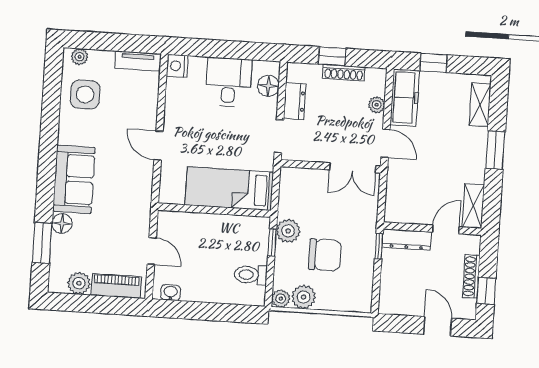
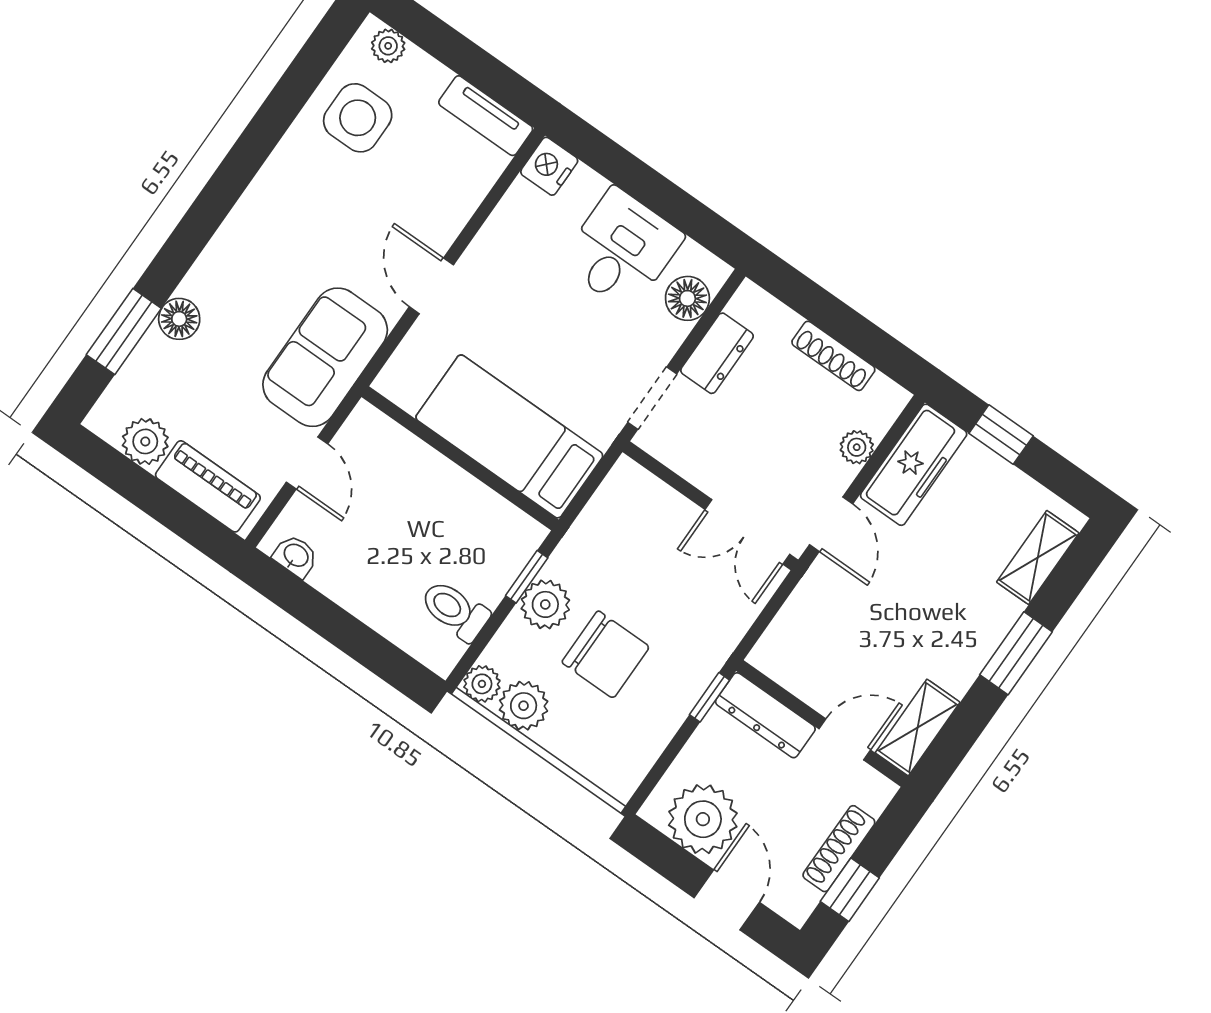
window: (332, 56) -> (831, 315), removed
sofa: (74, 179) -> (325, 357), moved, turned 180
plant: (288, 231) -> (545, 604), moved
plant: (407, 299) -> (703, 819), added

